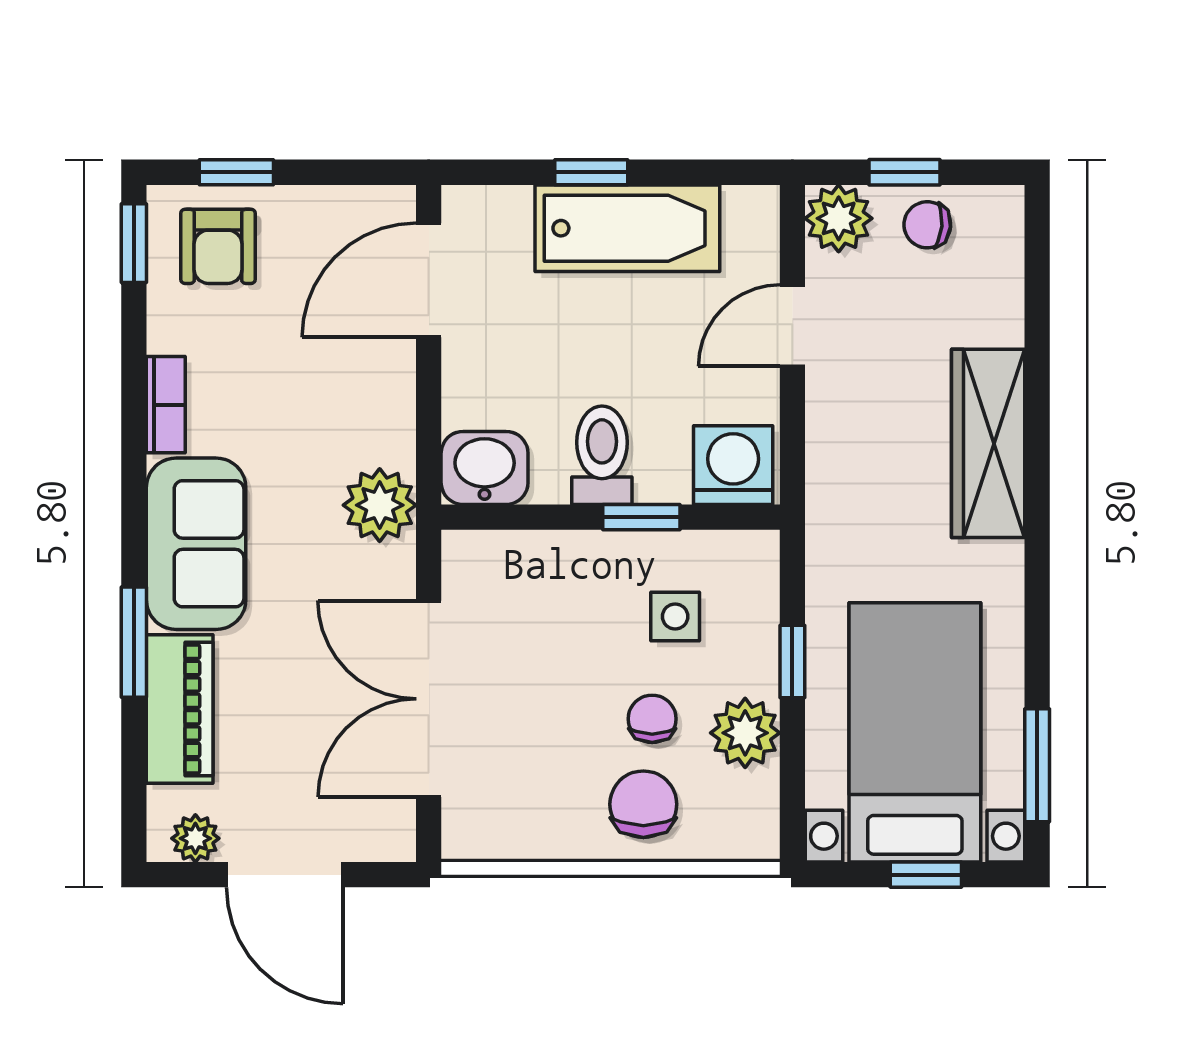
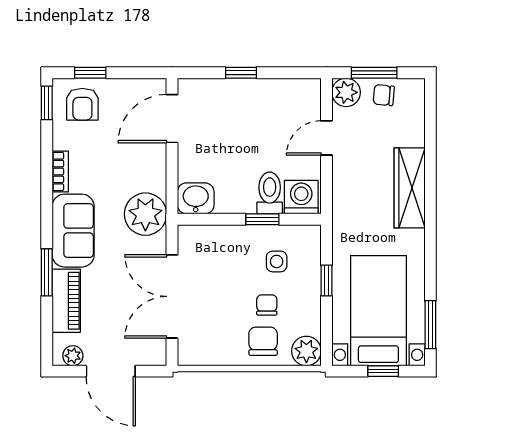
window: (905, 172) -> (374, 73), width x1.50
bathtub: (627, 228) -> (256, 97), removed
toilet: (602, 455) -> (270, 193), moved
plant: (380, 505) -> (145, 214), width x1.36, depth x1.36
plant: (745, 733) -> (306, 351), moved

